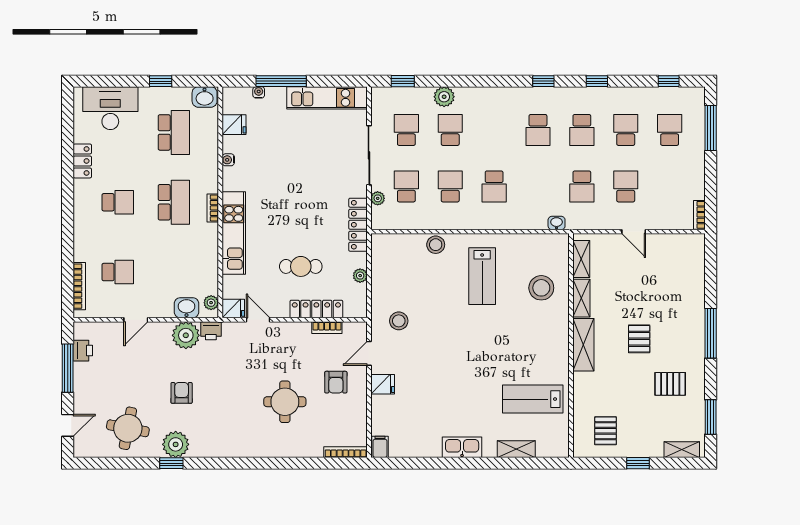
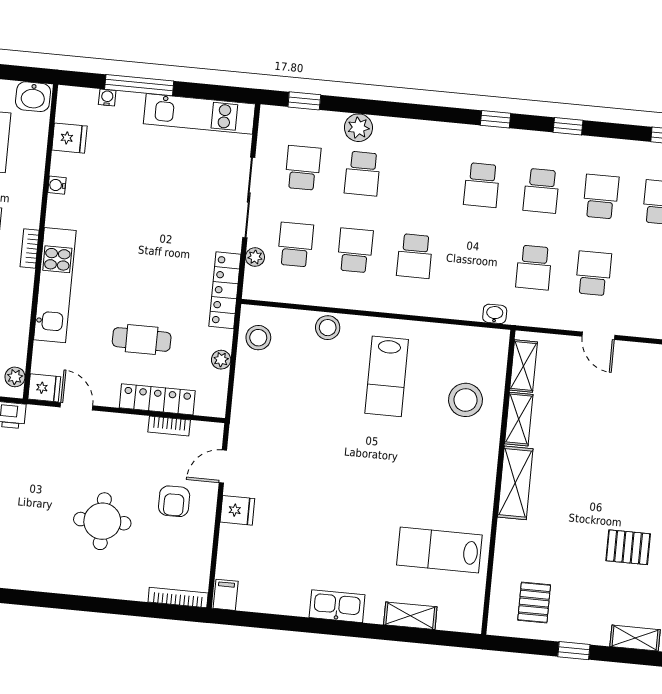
school desk: (450, 130) -> (362, 174), turned 180
stool: (399, 321) -> (258, 338), moved
pallet: (639, 339) -> (592, 482), removed

